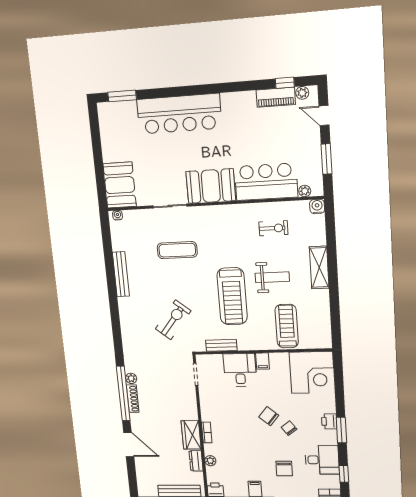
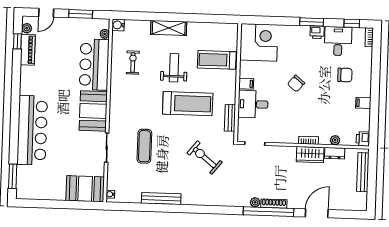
printer: (329, 421) -> (317, 32), moved
chair: (289, 428) -> (308, 67), removed

